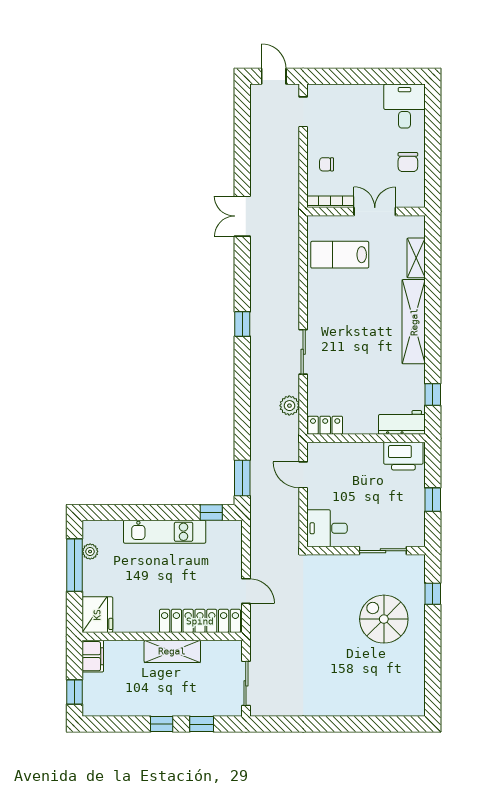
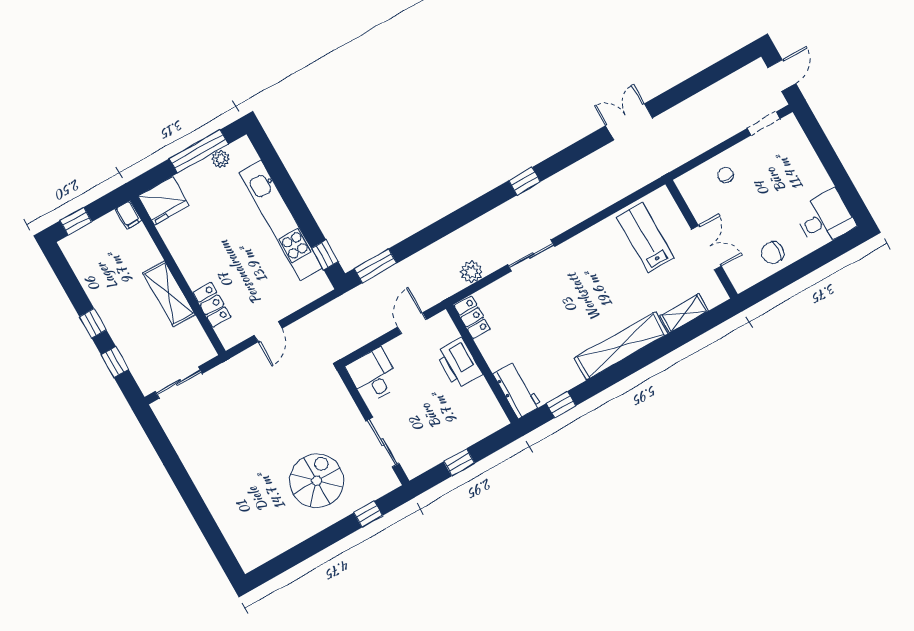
bookcase: (330, 202) -> (691, 199), removed
printer: (403, 456) -> (459, 363), moved
kitchen unit: (165, 532) -> (281, 220), width x1.36
locker: (200, 621) -> (212, 305), width x0.46, depth x0.83
filing cabinet: (93, 656) -> (128, 215), width x0.50

